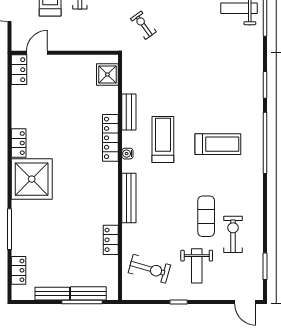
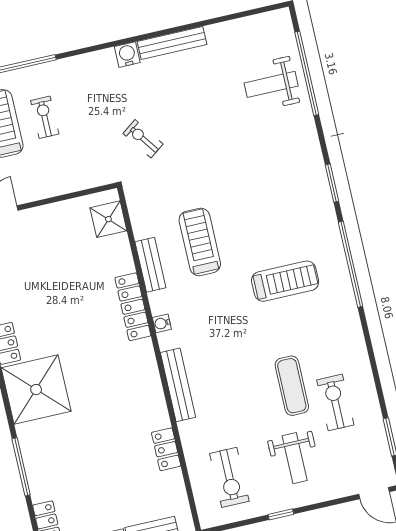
treadmill: (163, 139) -> (200, 242), moved
exercise bike: (149, 269) -> (229, 477), turned 74

